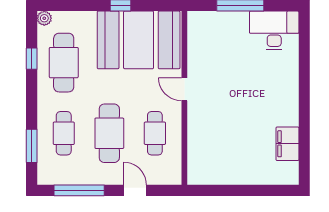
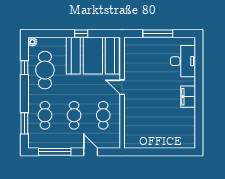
desk: (274, 30) -> (183, 61), moved, turned 90
cafe table: (109, 133) -> (74, 115), width x0.73, depth x0.74
filing cabinet: (287, 144) -> (188, 97), moved

